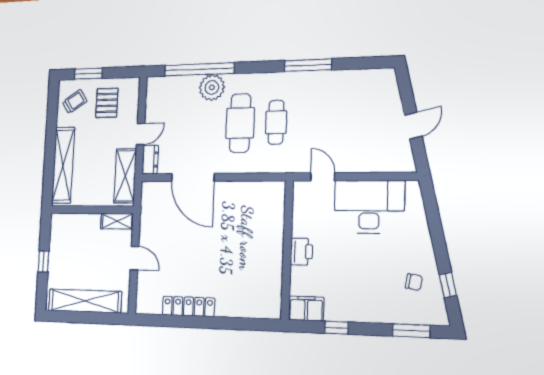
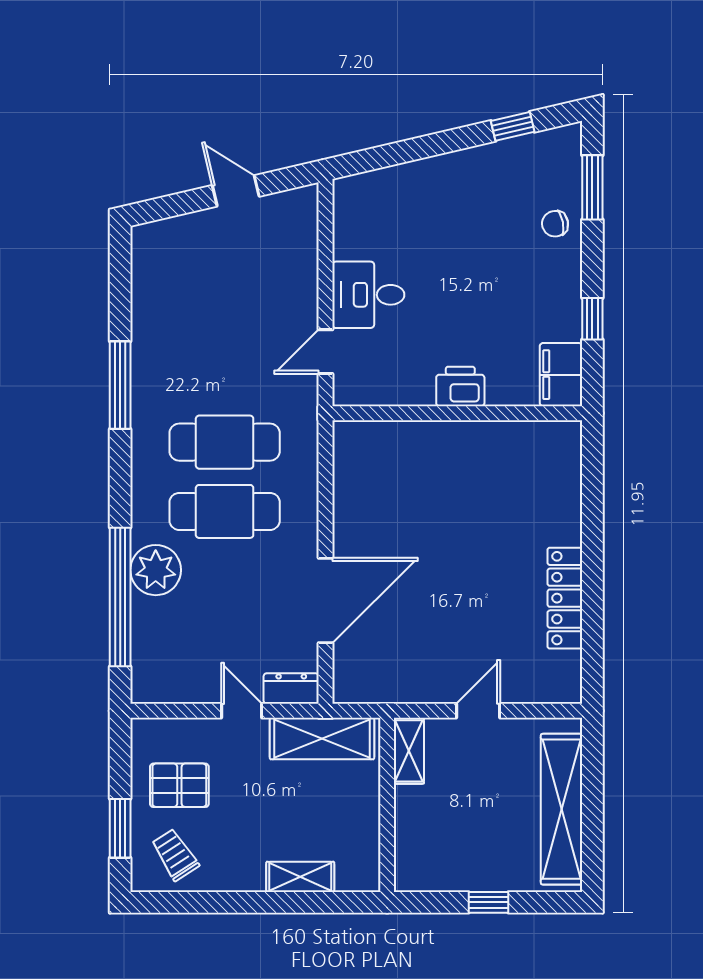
cafe table: (276, 122) -> (225, 442), width x1.37, depth x1.35
shelving: (63, 165) -> (300, 877), width x0.45, depth x0.75
desk: (369, 207) -> (368, 295), width x0.53, depth x0.77
chair: (414, 282) -> (555, 224), moved, turned -110

